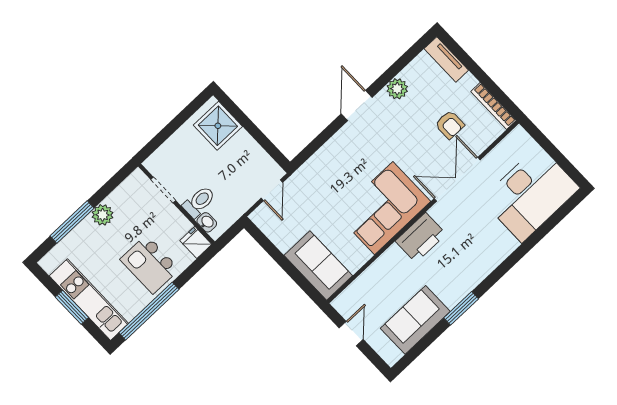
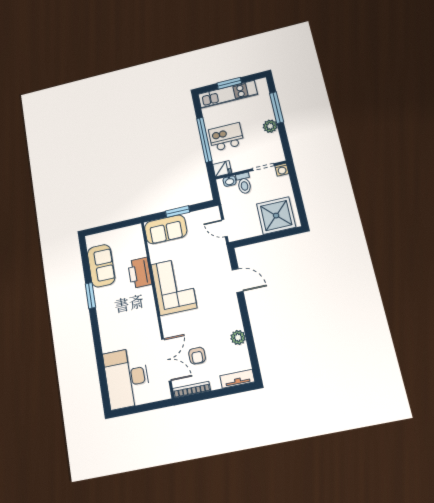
door: (357, 106) -> (238, 281), moved
armchair: (450, 125) -> (197, 356), turned -90
shower: (218, 126) -> (276, 216), width x1.37, depth x1.37
washing machine: (153, 164) -> (282, 170), added
double door: (457, 179) -> (166, 360), moved
printer: (421, 238) -> (140, 273), moved
window: (286, 265) -> (177, 212), added
window: (149, 311) -> (204, 140), moved
door: (351, 334) -> (117, 225), removed

